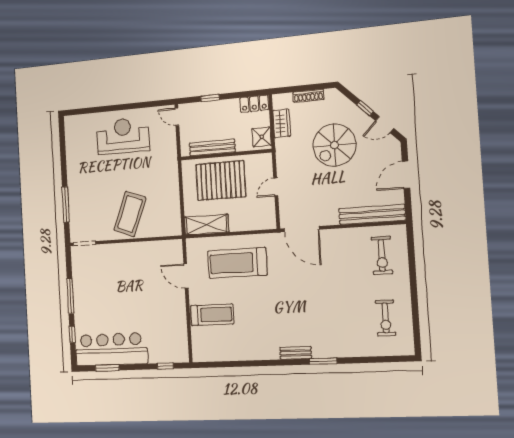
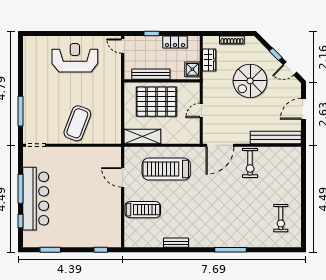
locker: (254, 104) -> (175, 42), moved
door: (302, 229) -> (220, 145), hinge flipped
exercise bike: (382, 255) -> (250, 163), moved
bar counter: (111, 349) -> (36, 199), moved, turned 90
bench: (296, 353) -> (176, 243), moved
window: (323, 361) -> (230, 250), width x1.44

